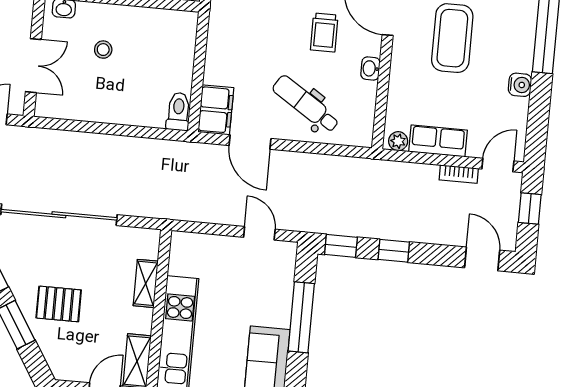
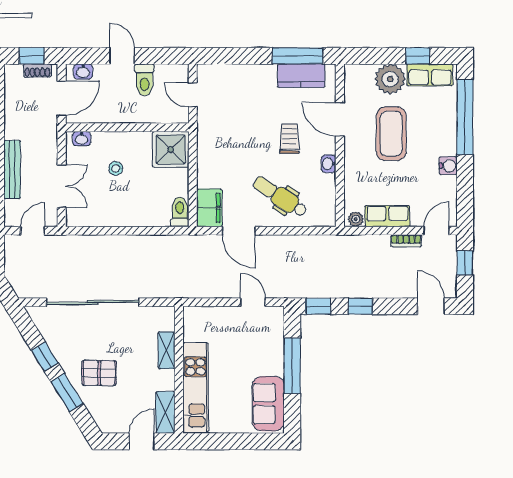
shower: (174, 32) -> (171, 149), added
trolley: (324, 32) -> (289, 139), turned 180

